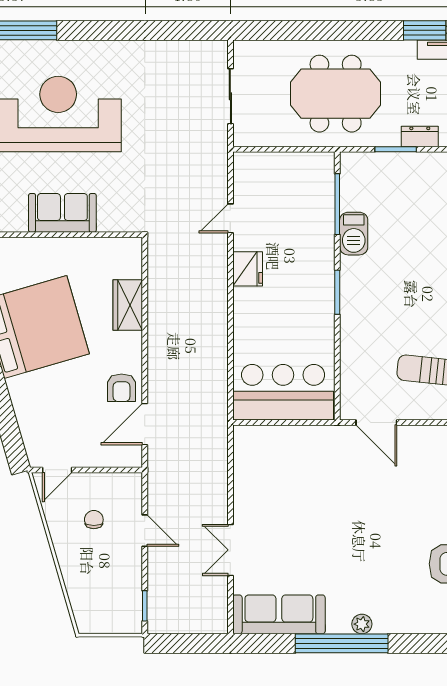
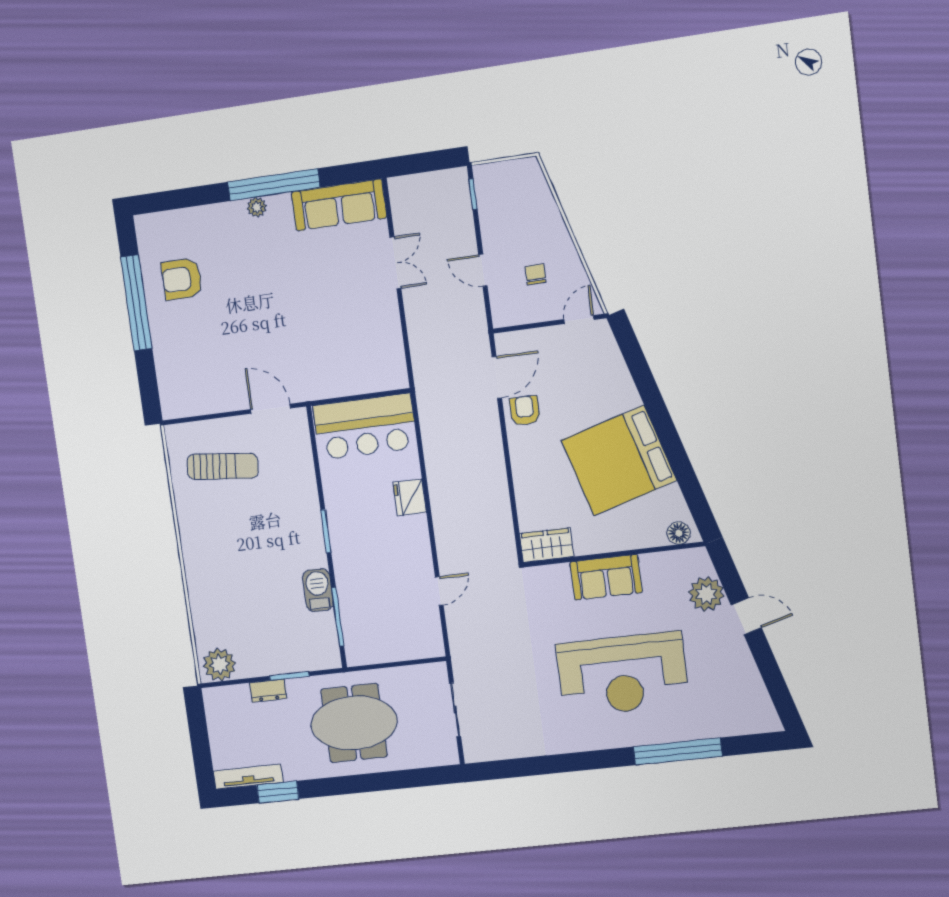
fridge: (248, 269) -> (410, 497), moved
wardrobe: (128, 305) -> (547, 545), moved, turned -90
chair: (94, 520) -> (535, 274), turned 180

